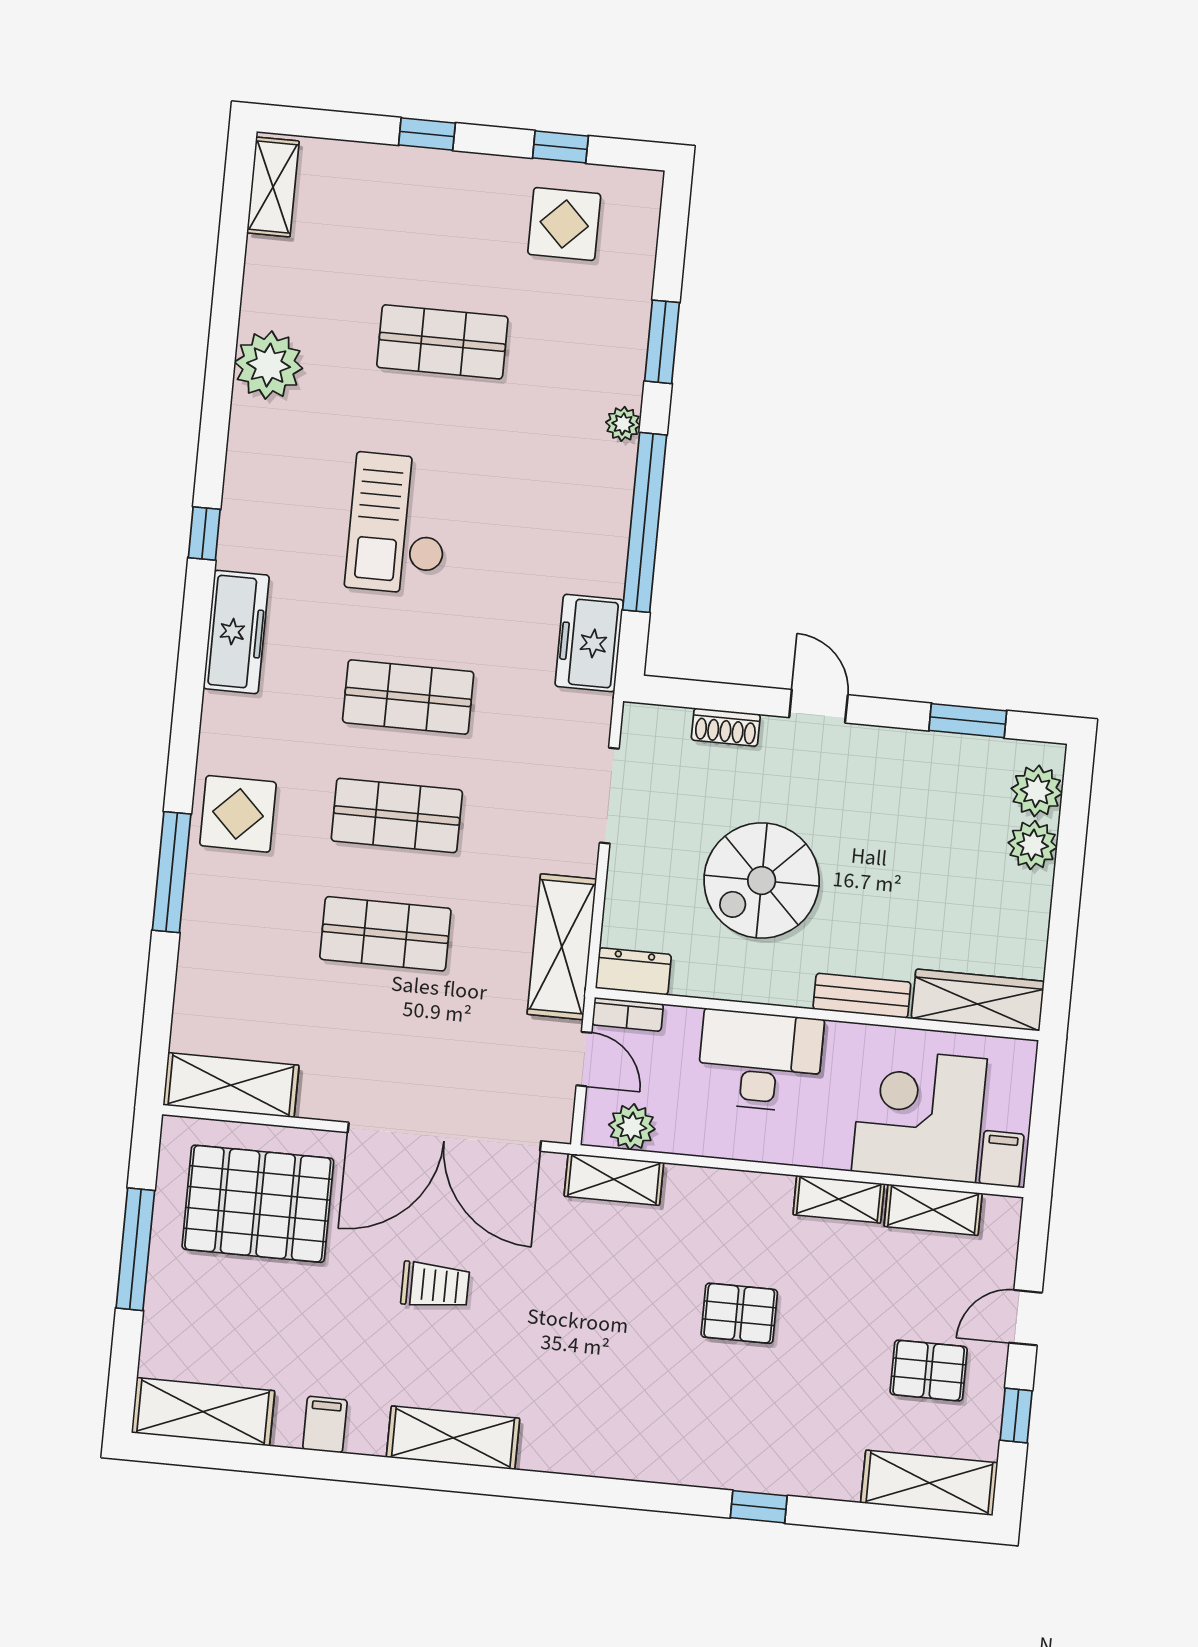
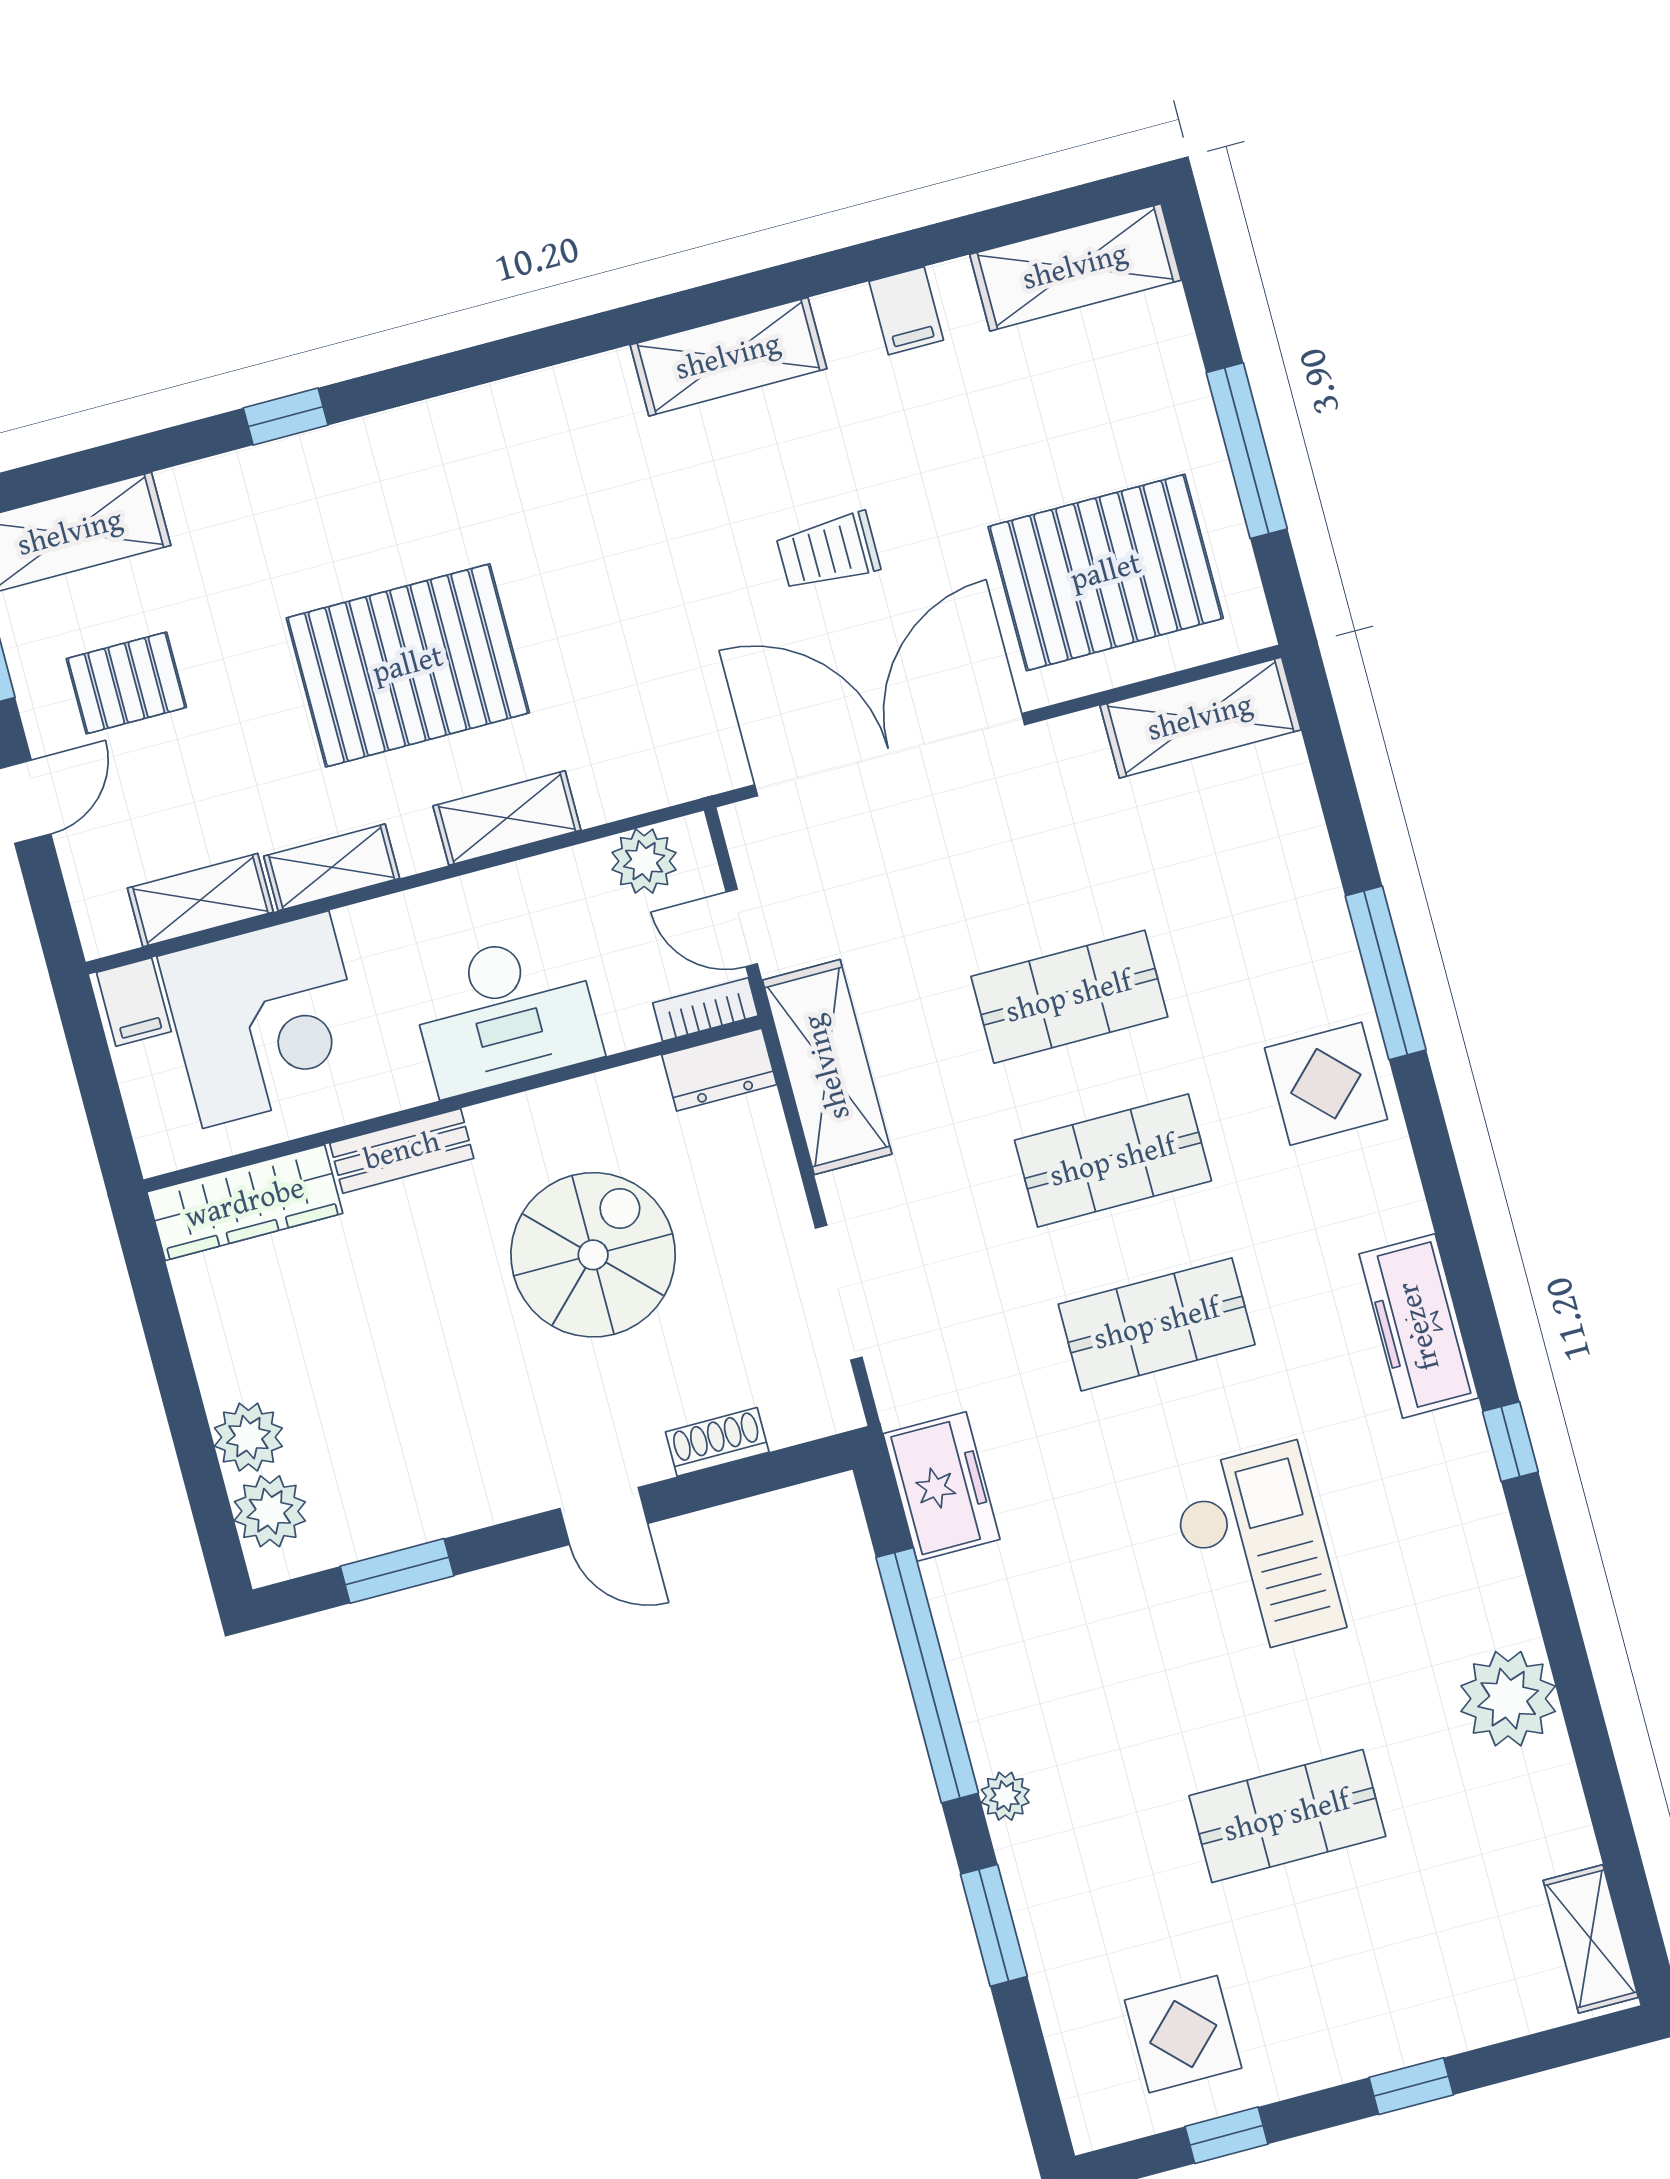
shelving: (614, 1179) -> (507, 818), moved
pallet: (739, 1313) -> (408, 665), width x2.05, depth x2.00

